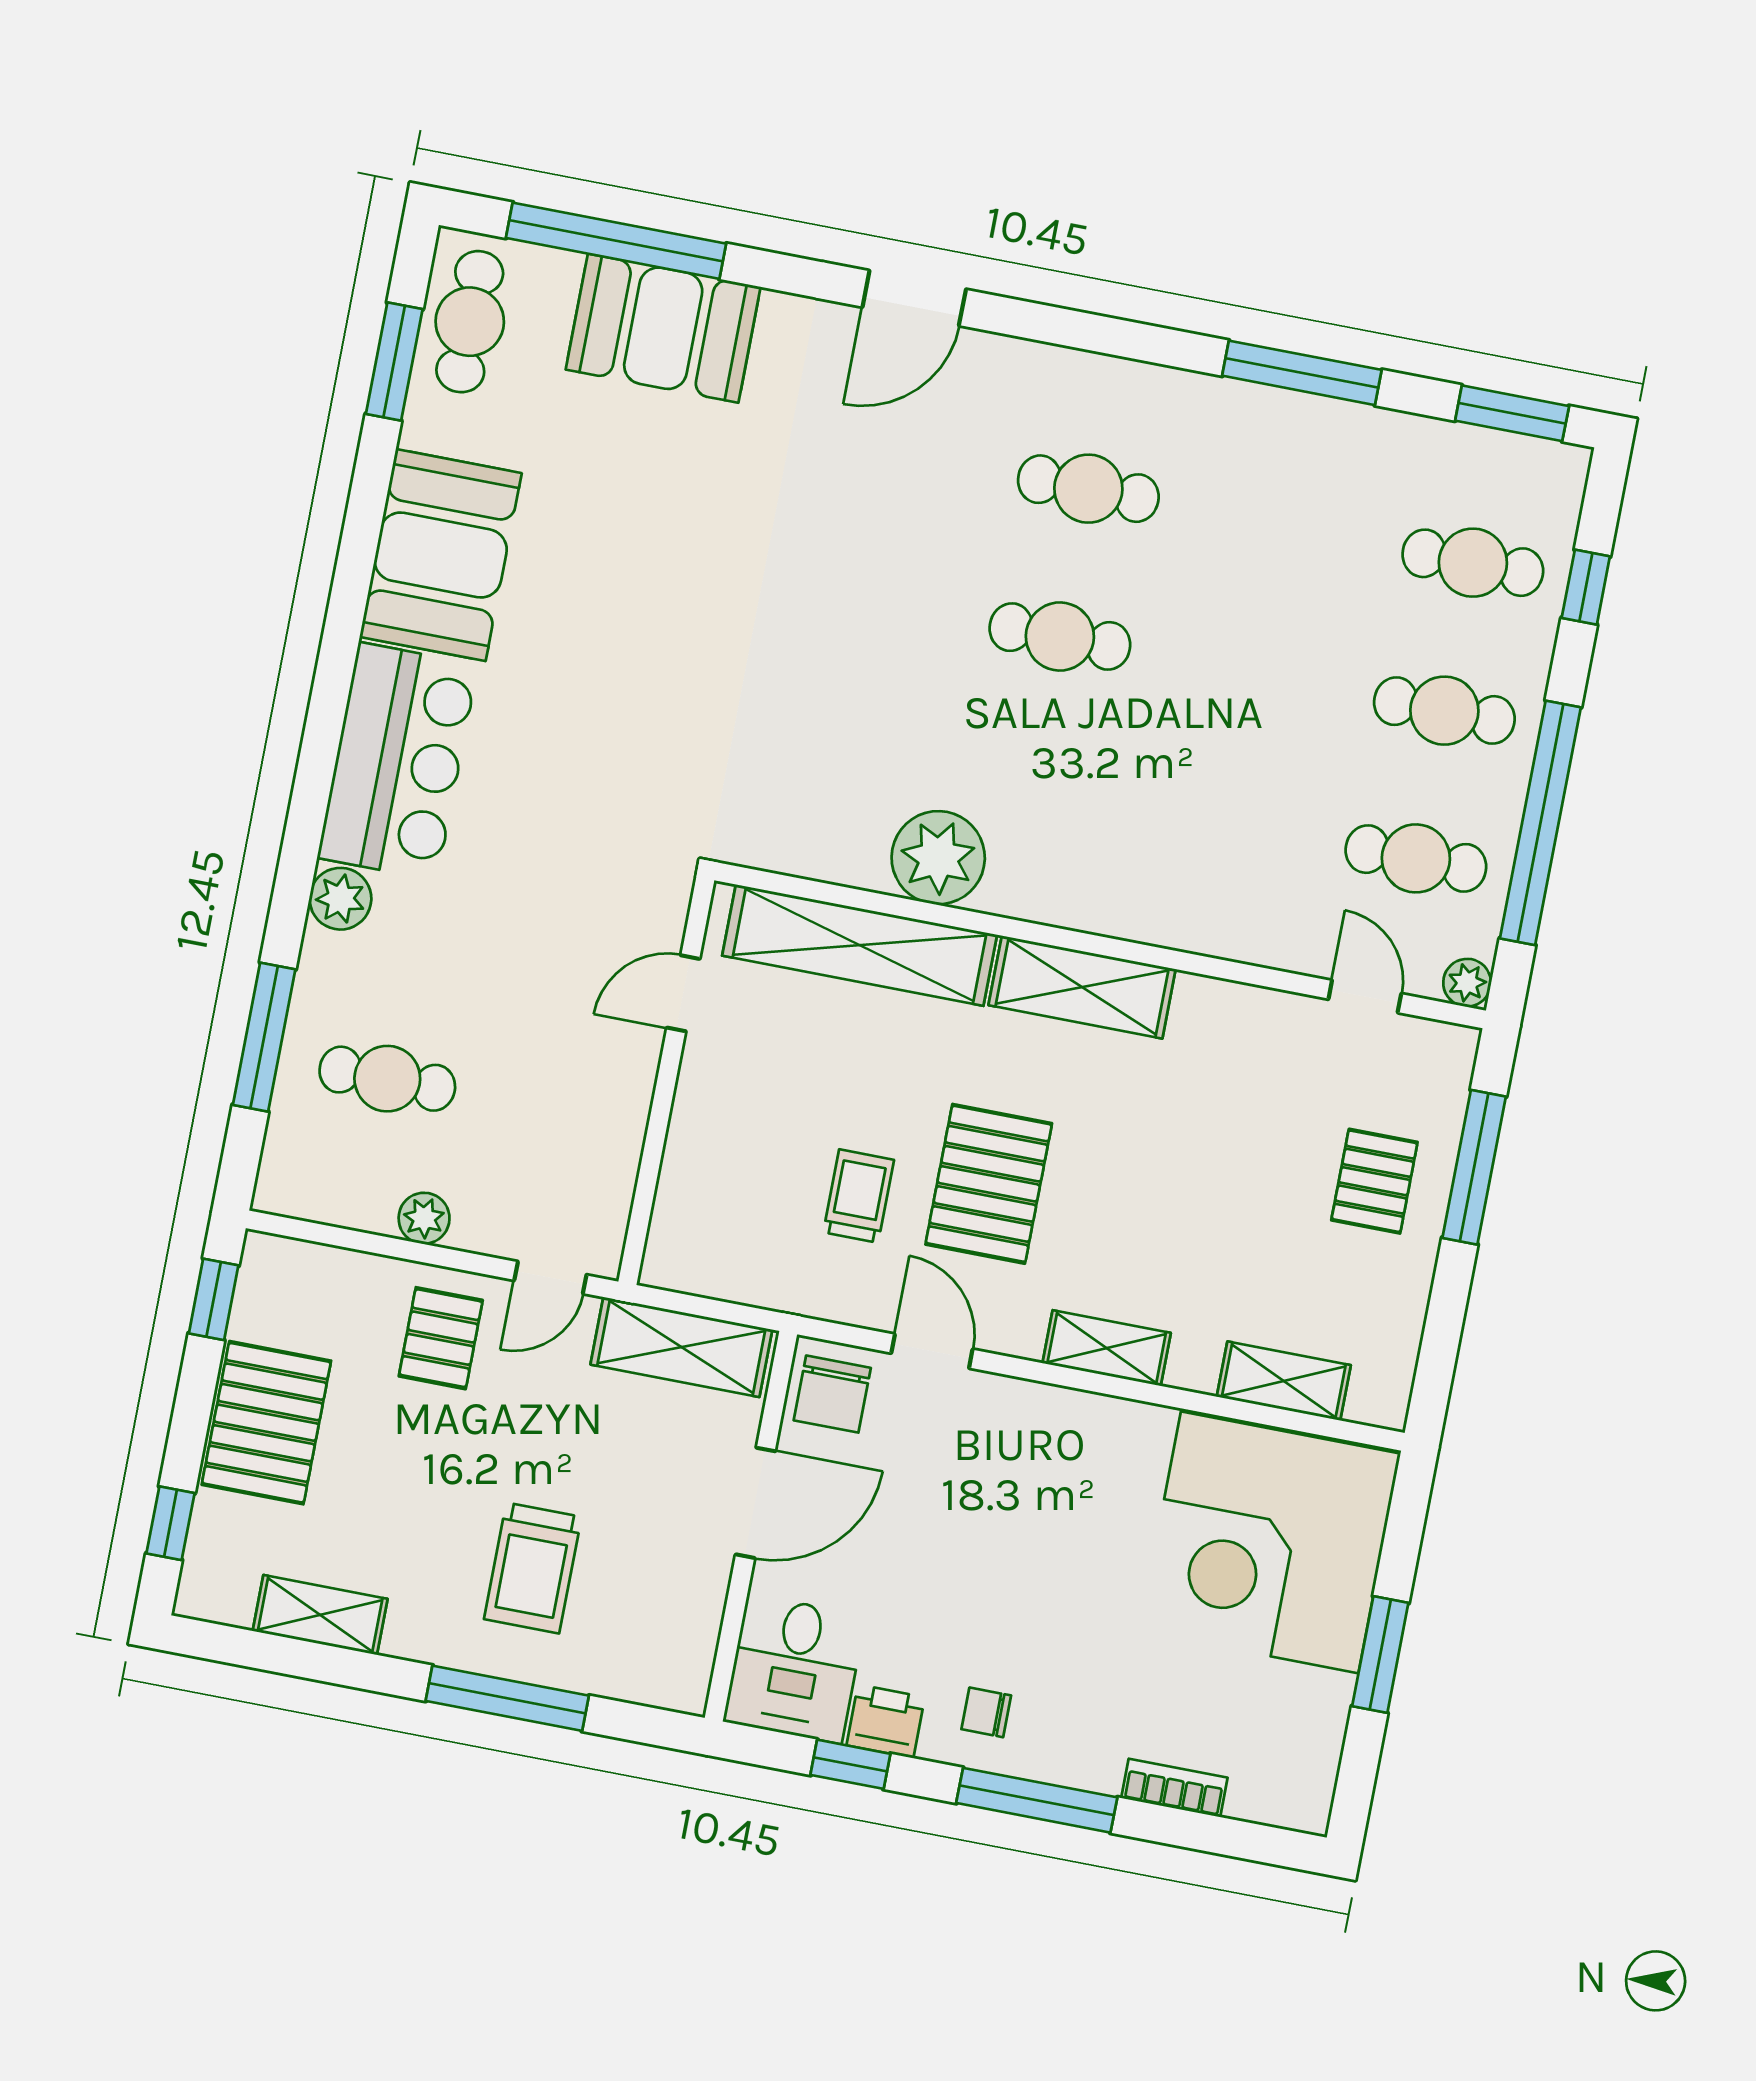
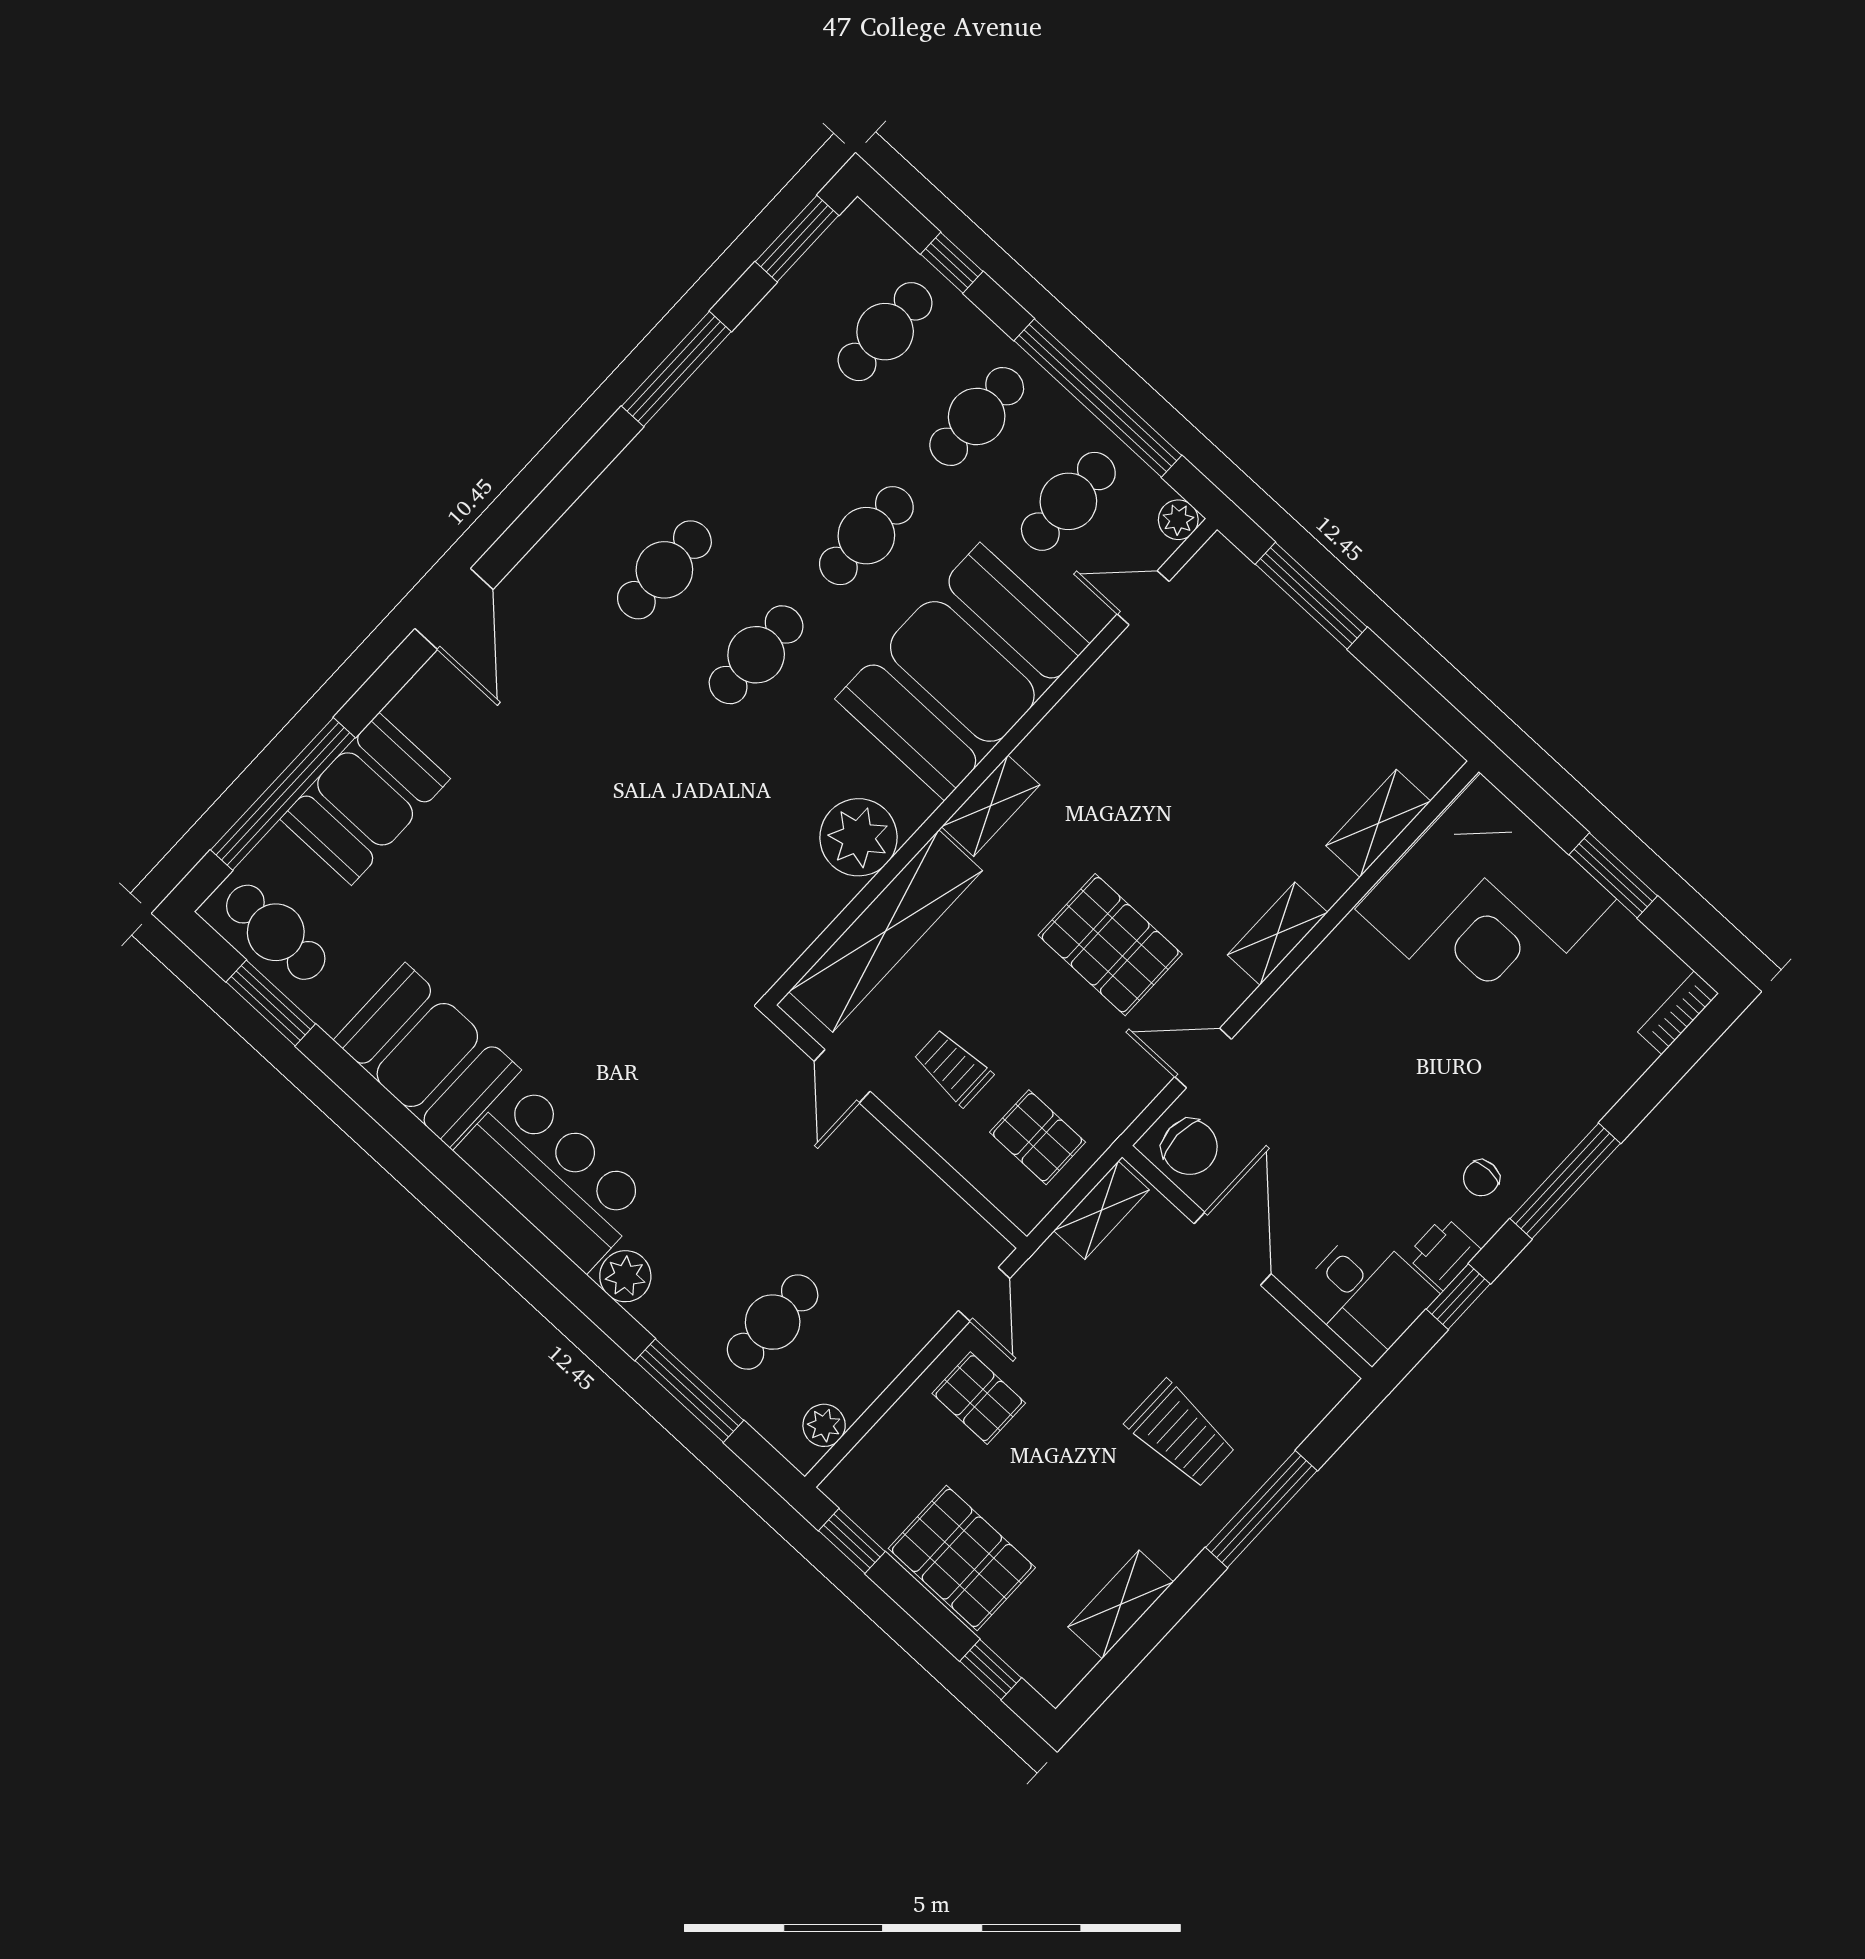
cafe table: (1252, 674) -> (866, 536), added
booth: (1174, 858) -> (962, 671), added
shelving: (1082, 987) -> (991, 806), width x0.67, depth x0.75
pallet: (1374, 1181) -> (1038, 1137), moved
trolley: (859, 1196) -> (953, 1068), moved
plant: (424, 1218) -> (824, 1425), moved
shelving: (681, 1347) -> (1101, 1210), width x0.67, depth x0.75
bookcase: (1174, 1788) -> (1678, 1013), moved

